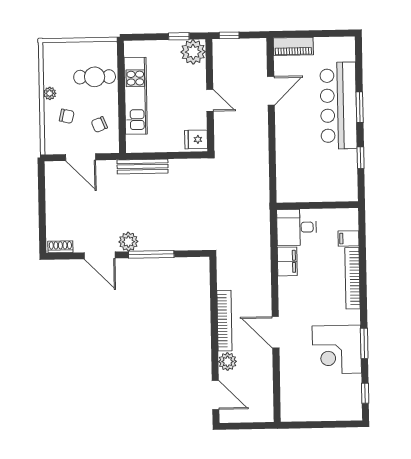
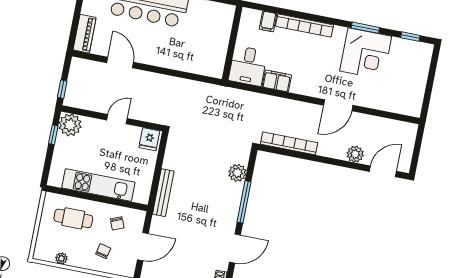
cafe table: (95, 77) -> (73, 218), turned 90
plant: (50, 93) -> (61, 258), moved
plant: (128, 242) -> (237, 173), moved
bookcase: (224, 321) -> (289, 143), moved

